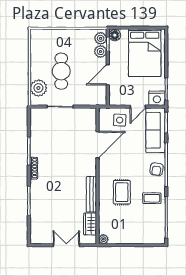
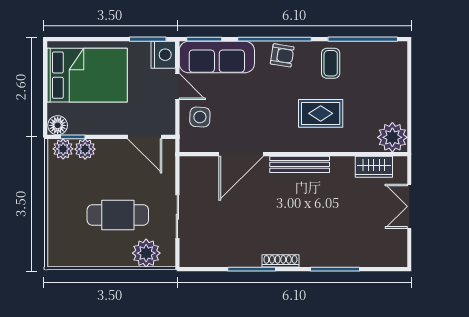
door: (108, 75) -> (145, 137), moved
door: (98, 145) -> (241, 154), swing flipped
bench: (91, 194) -> (300, 164), moved
plant: (103, 239) -> (392, 137), width x1.87, depth x1.87

